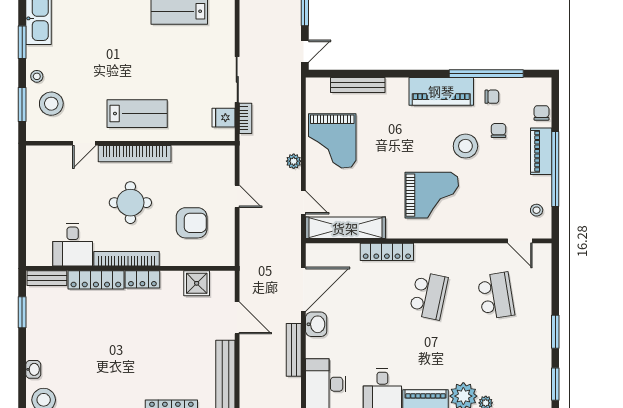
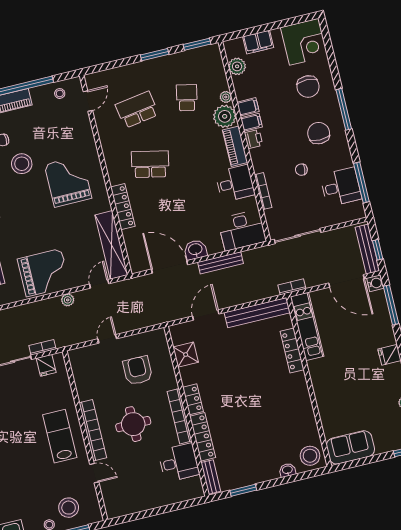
school desk: (496, 357) -> (187, 98), added

